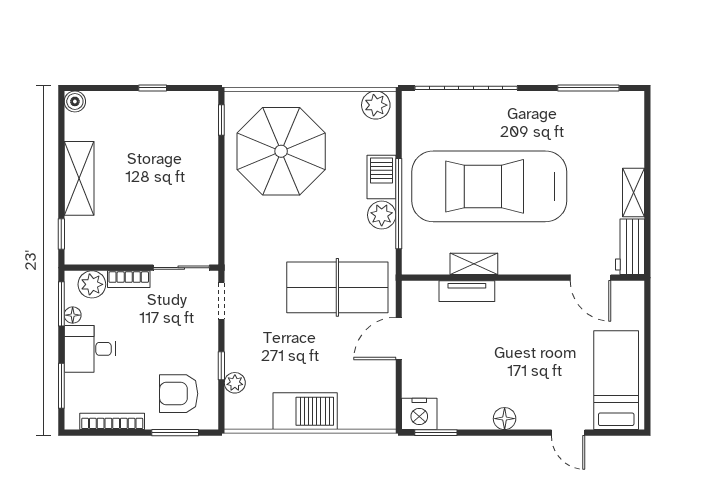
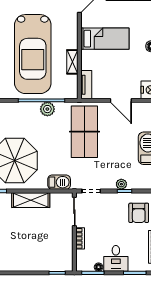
barbecue: (381, 177) -> (59, 182), moved, turned 180
shelving: (79, 178) -> (31, 200), moved
plant: (92, 284) -> (83, 257), removed
tv unit: (467, 291) -> (86, 85), moved
bed: (519, 327) -> (105, 39), added
door: (399, 338) -> (121, 100), moved
plant: (235, 383) -> (121, 184), moved

